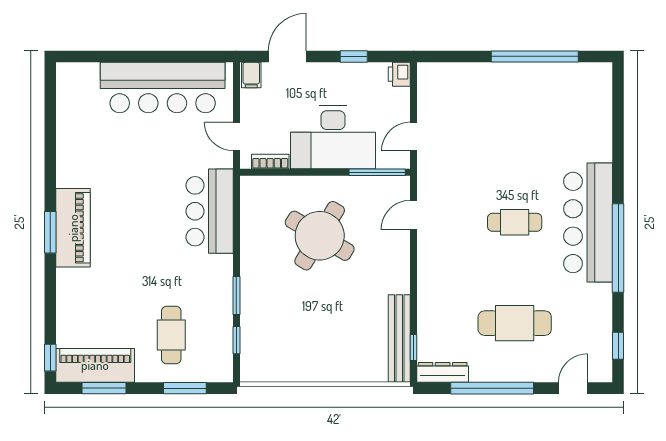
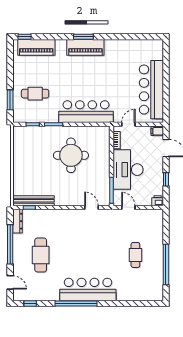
bar counter: (210, 211) -> (86, 112), width x1.36
cafe table: (515, 222) -> (135, 255), moved
round table: (320, 236) -> (71, 155), moved, turned -31
piano: (95, 365) -> (36, 47), moved, turned 90
window: (104, 388) -> (10, 62), removed

